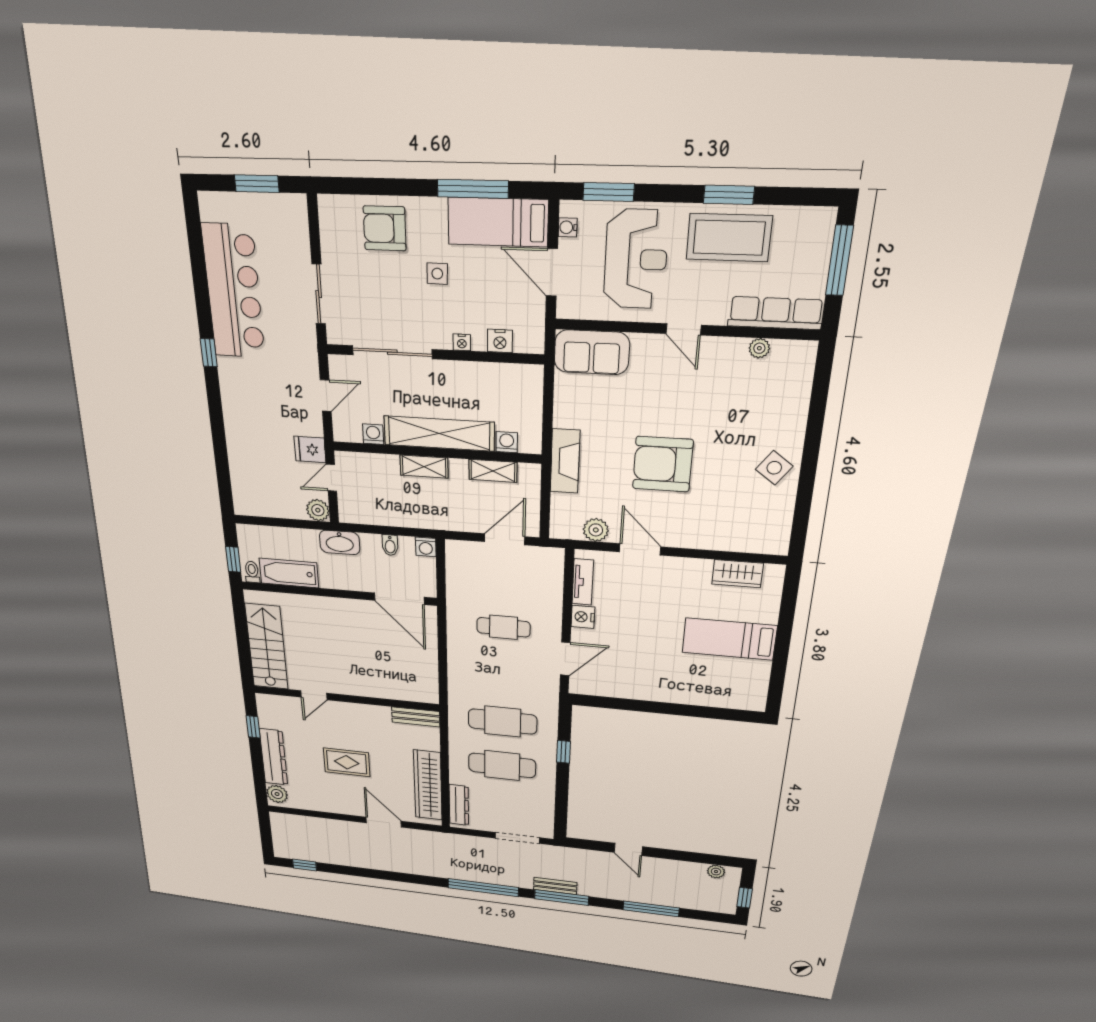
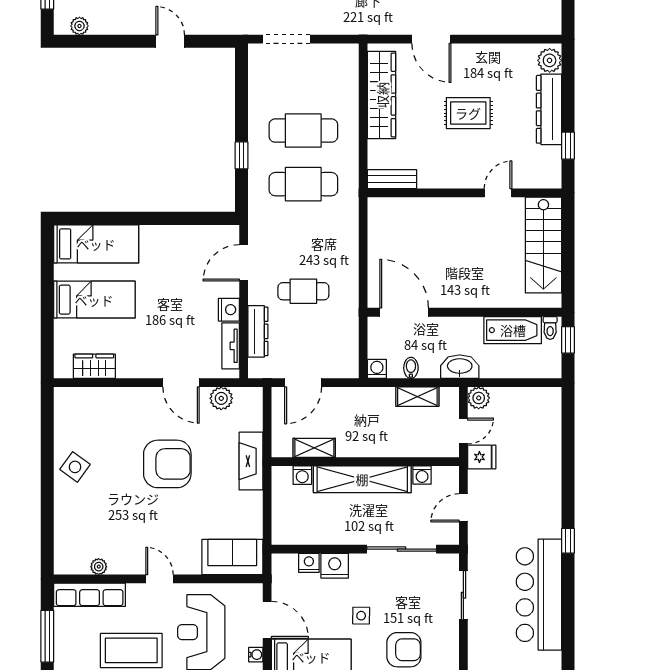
nightstand: (462, 342) -> (335, 566), width x1.89, depth x1.79
shelving: (424, 467) -> (417, 397), moved
bed: (721, 691) -> (96, 244), added
dresser: (459, 805) -> (258, 331), moved, turned 180

